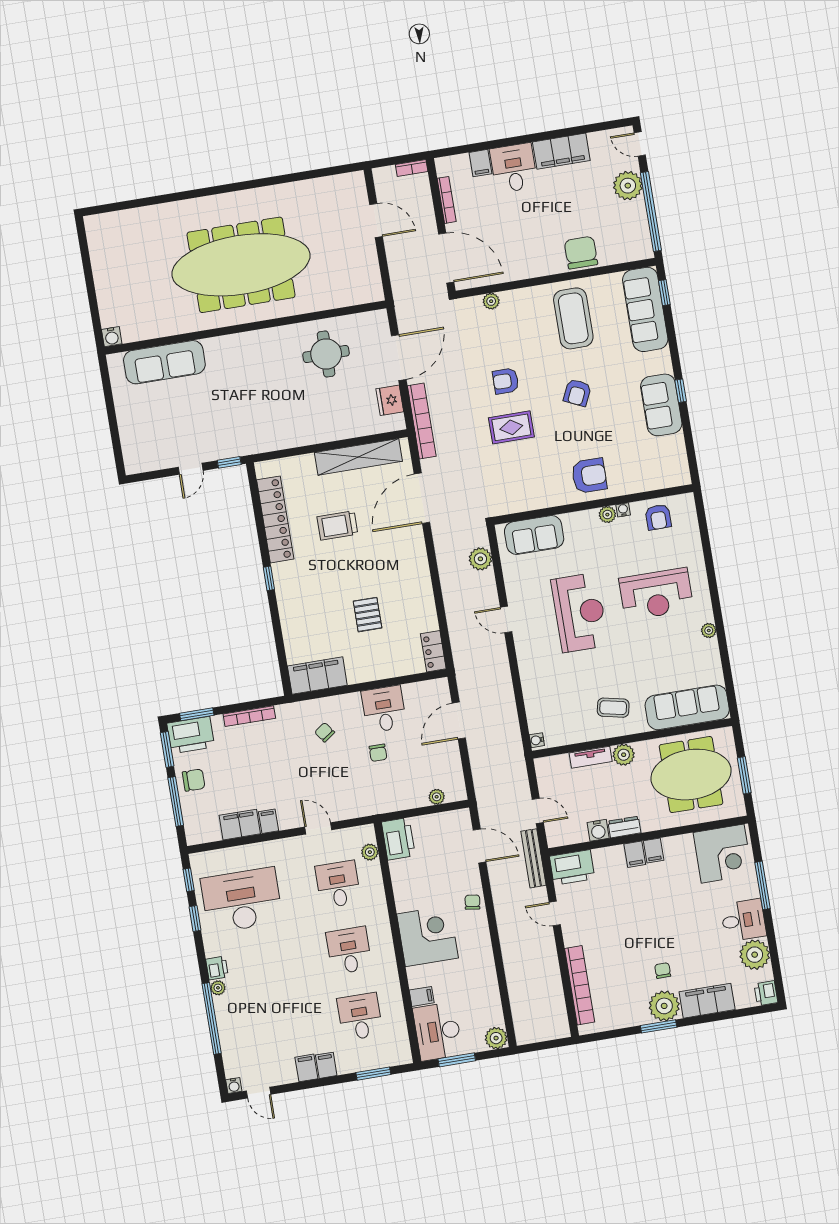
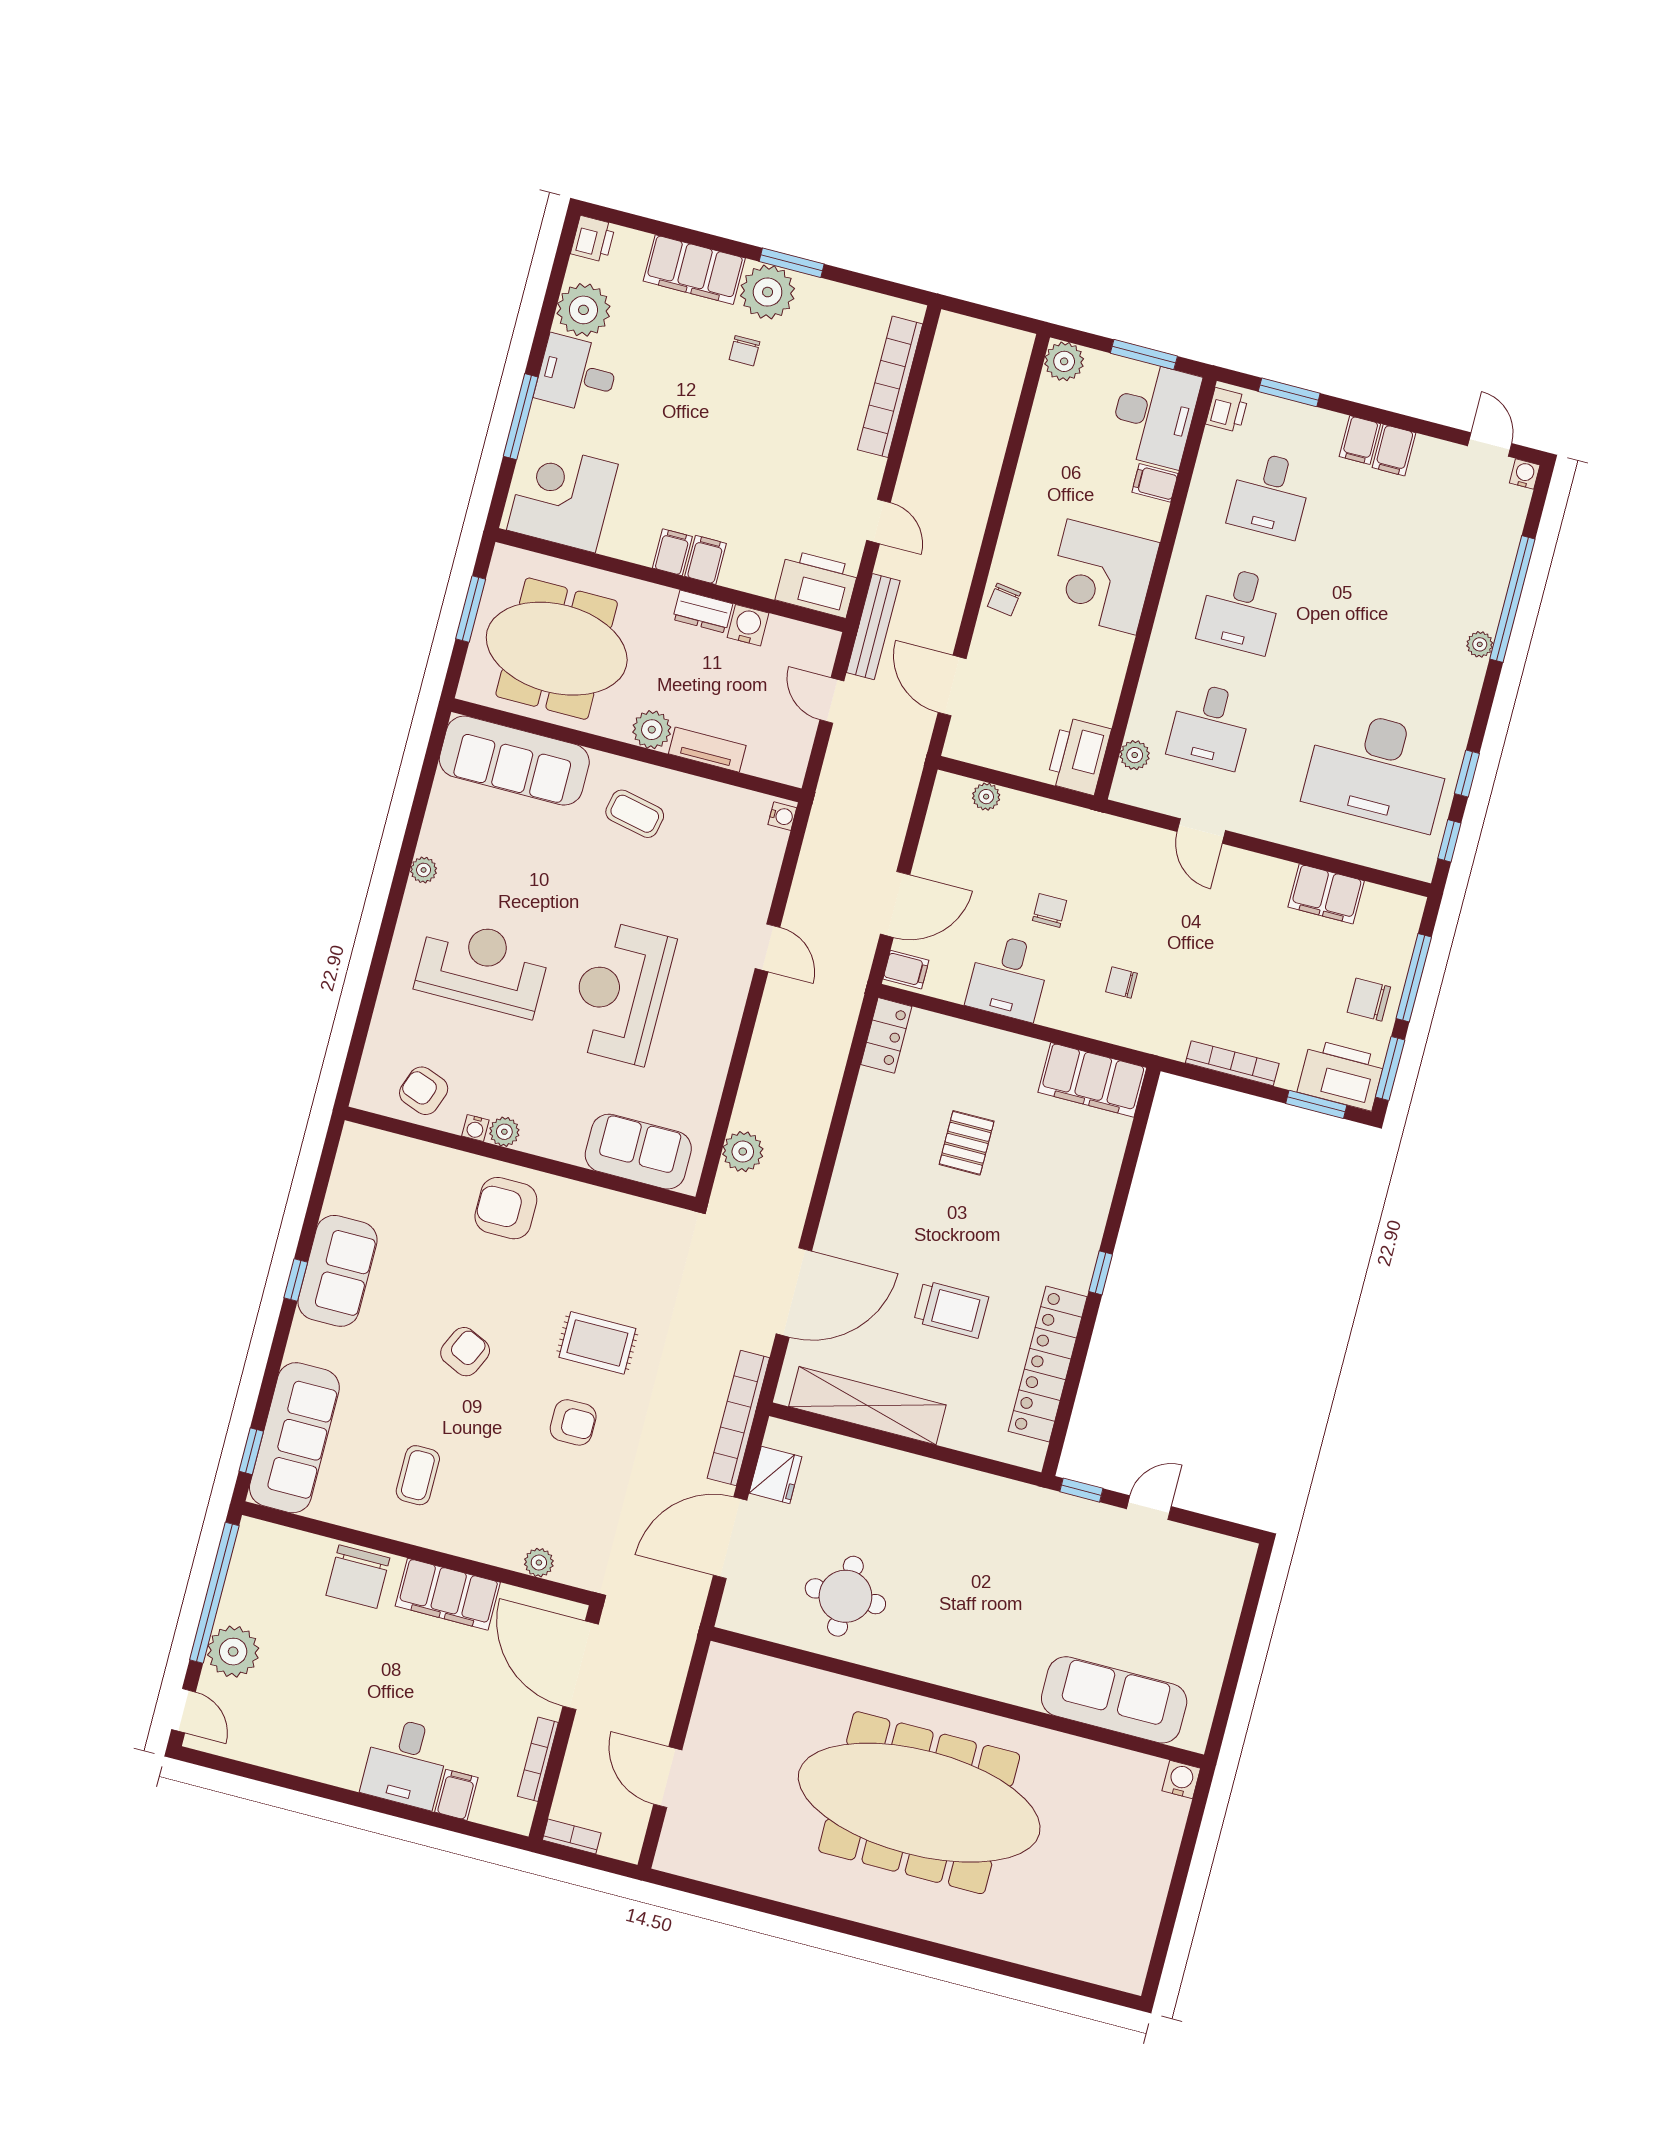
filing cabinet: (561, 151) -> (448, 1594), moved, turned 180
coffee table: (573, 318) -> (418, 1475), width x0.54, depth x0.58
armchair: (658, 517) -> (424, 1091), turned -70
door: (506, 620) -> (767, 948), moved
chair: (325, 732) -> (1122, 983), turned 125
filing cabinet: (268, 821) -> (906, 970), moved, turned -90
printer: (217, 968) -> (1227, 410), moved, turned 180

